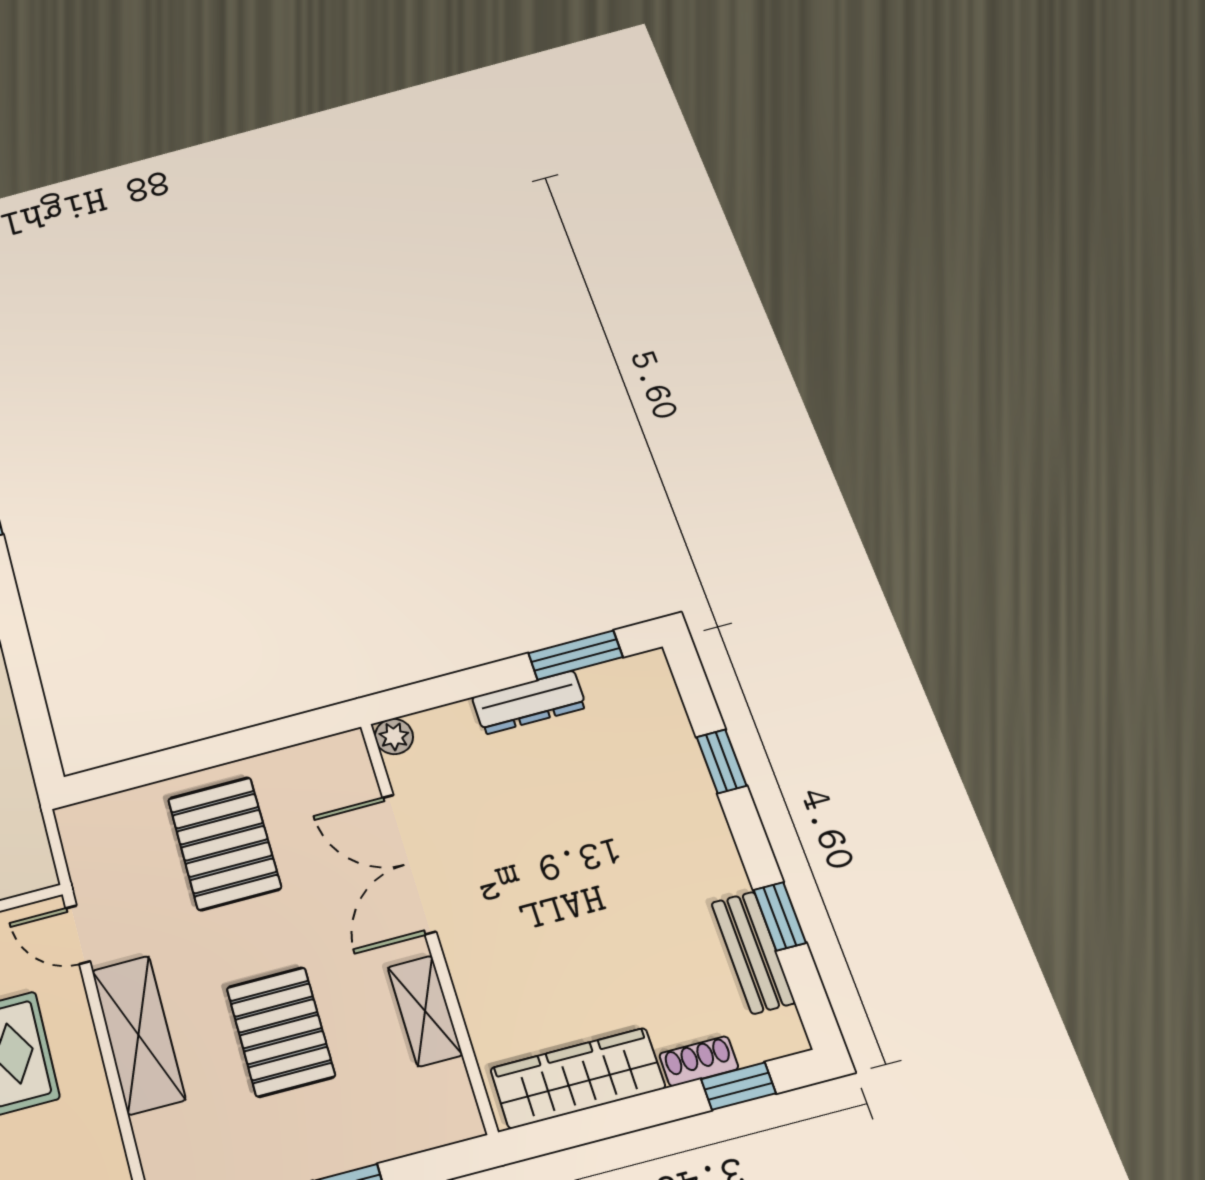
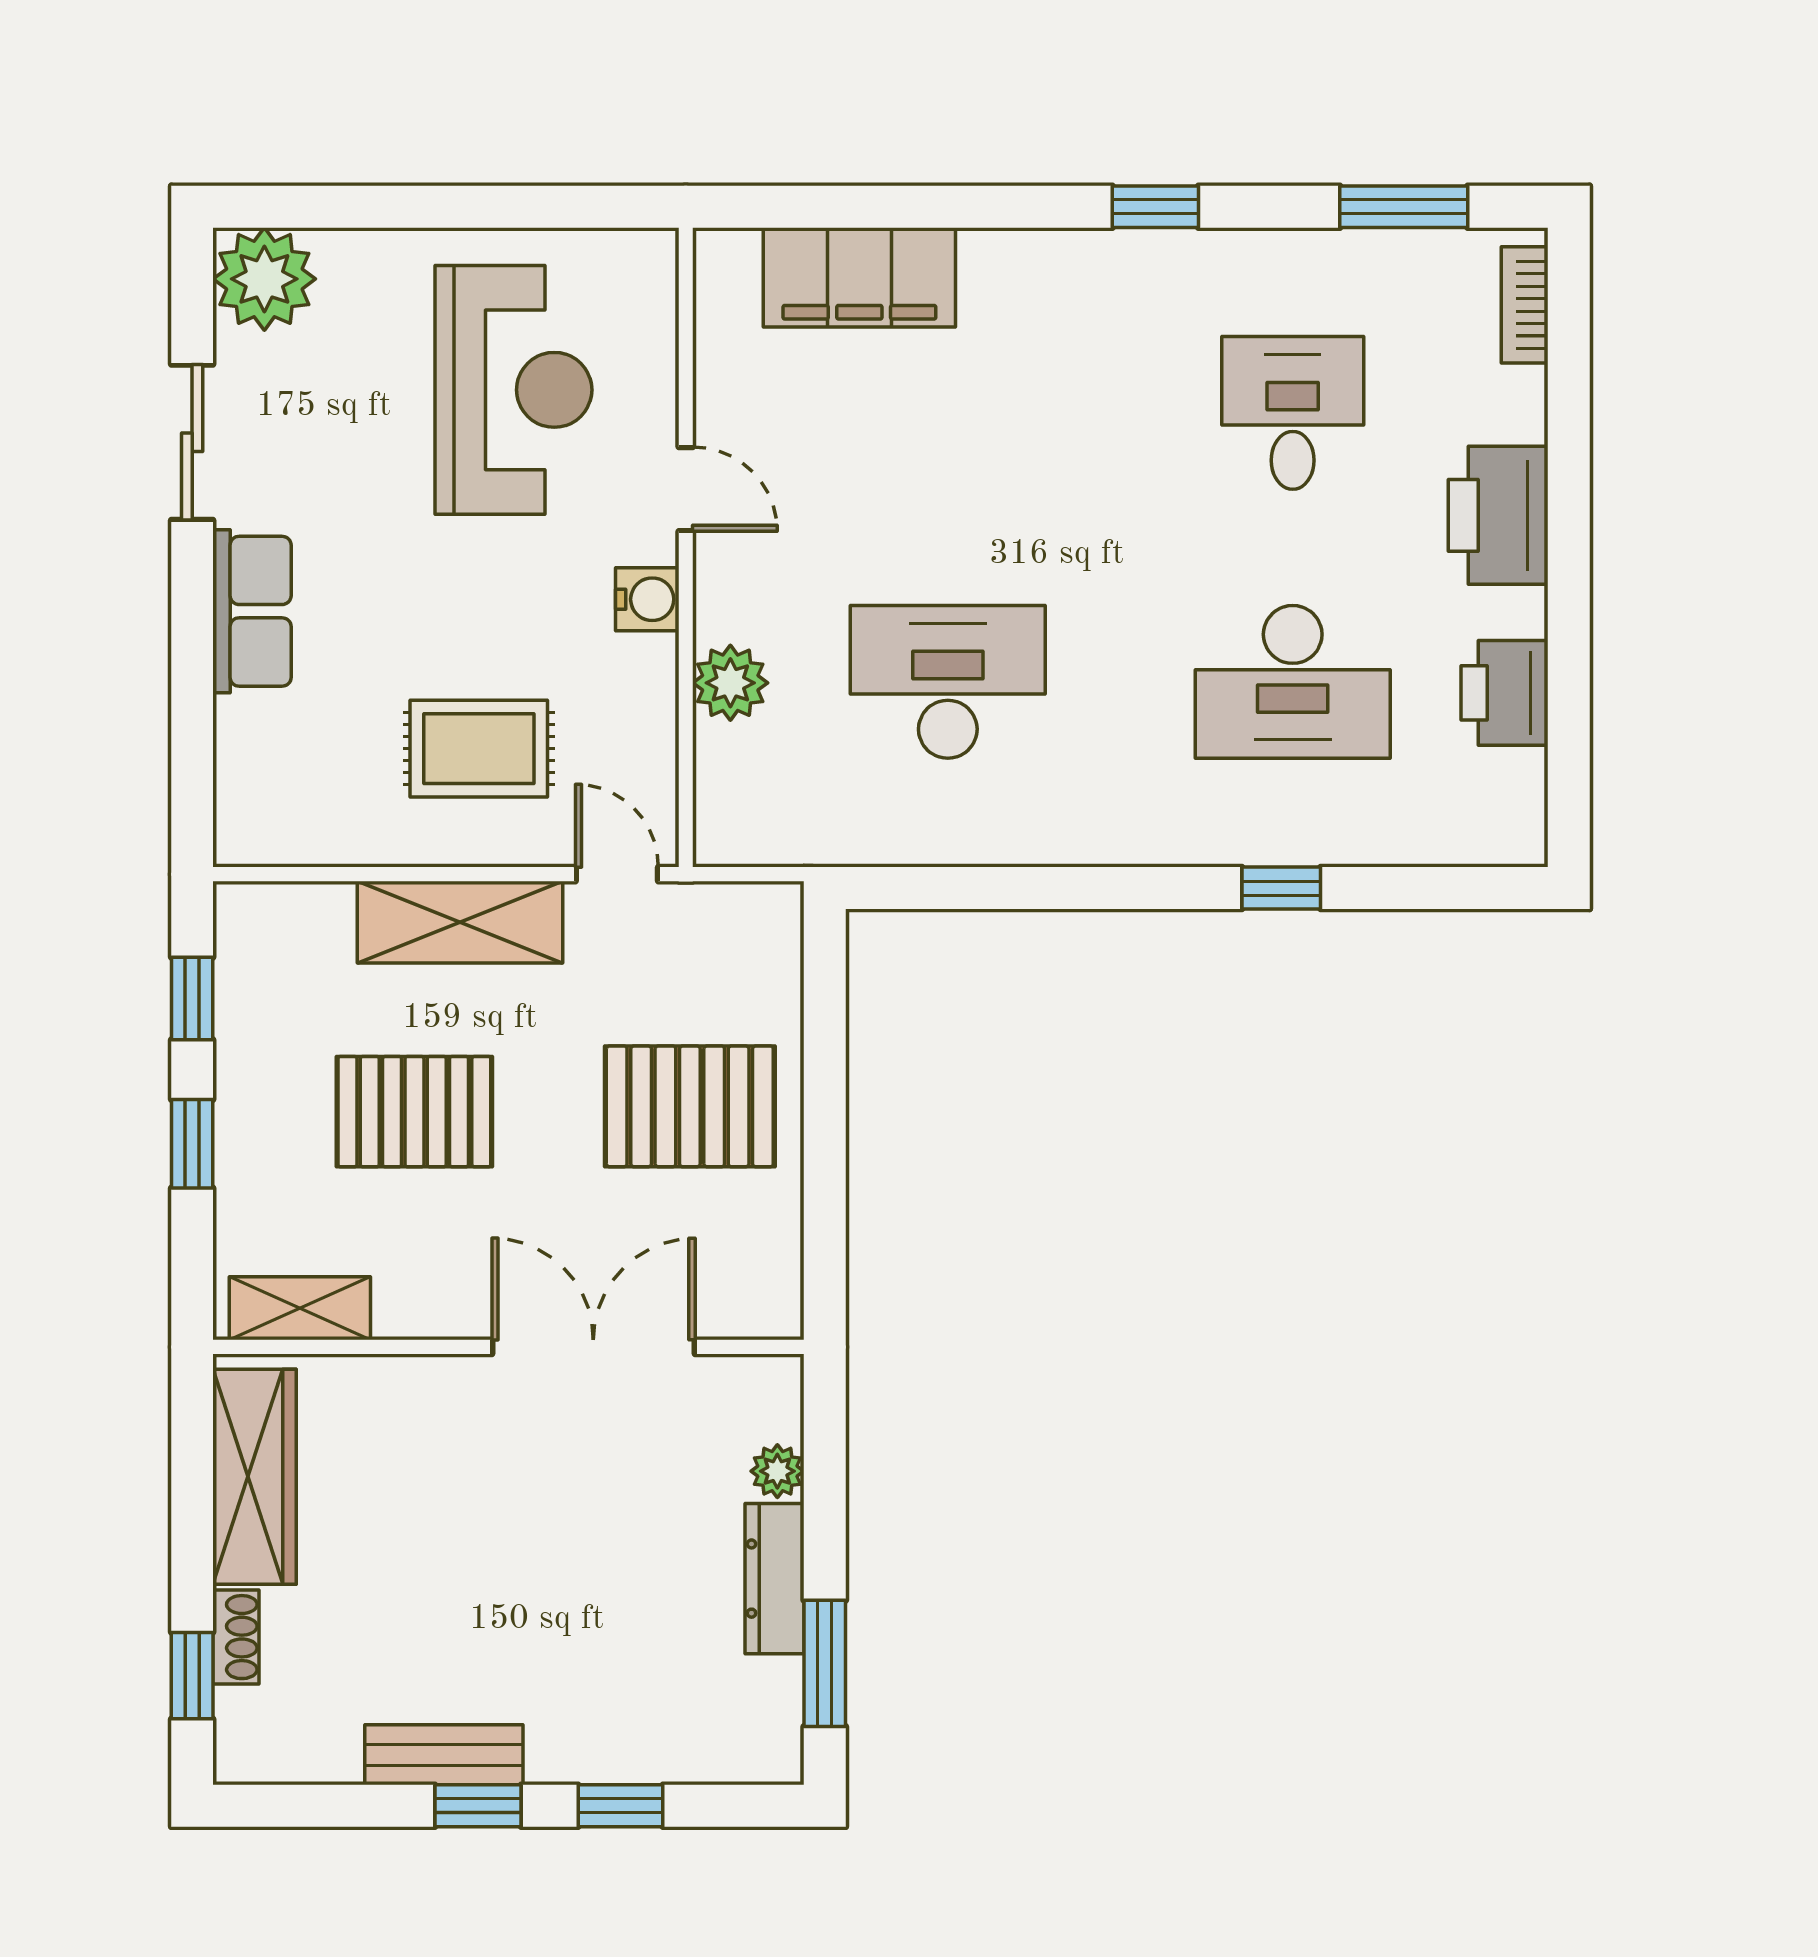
plant: (394, 736) -> (777, 1471), moved
window: (780, 916) -> (478, 1806), moved
door: (78, 935) -> (617, 874), hinge flipped
bench: (753, 952) -> (444, 1755), moved
shelving: (425, 1011) -> (300, 1308), moved

